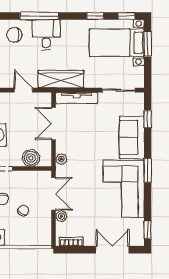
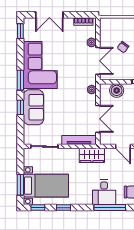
wardrobe: (61, 79) -> (92, 155), width x0.67
window: (148, 119) -> (20, 107), moved
double door: (54, 194) -> (98, 61), swing flipped

